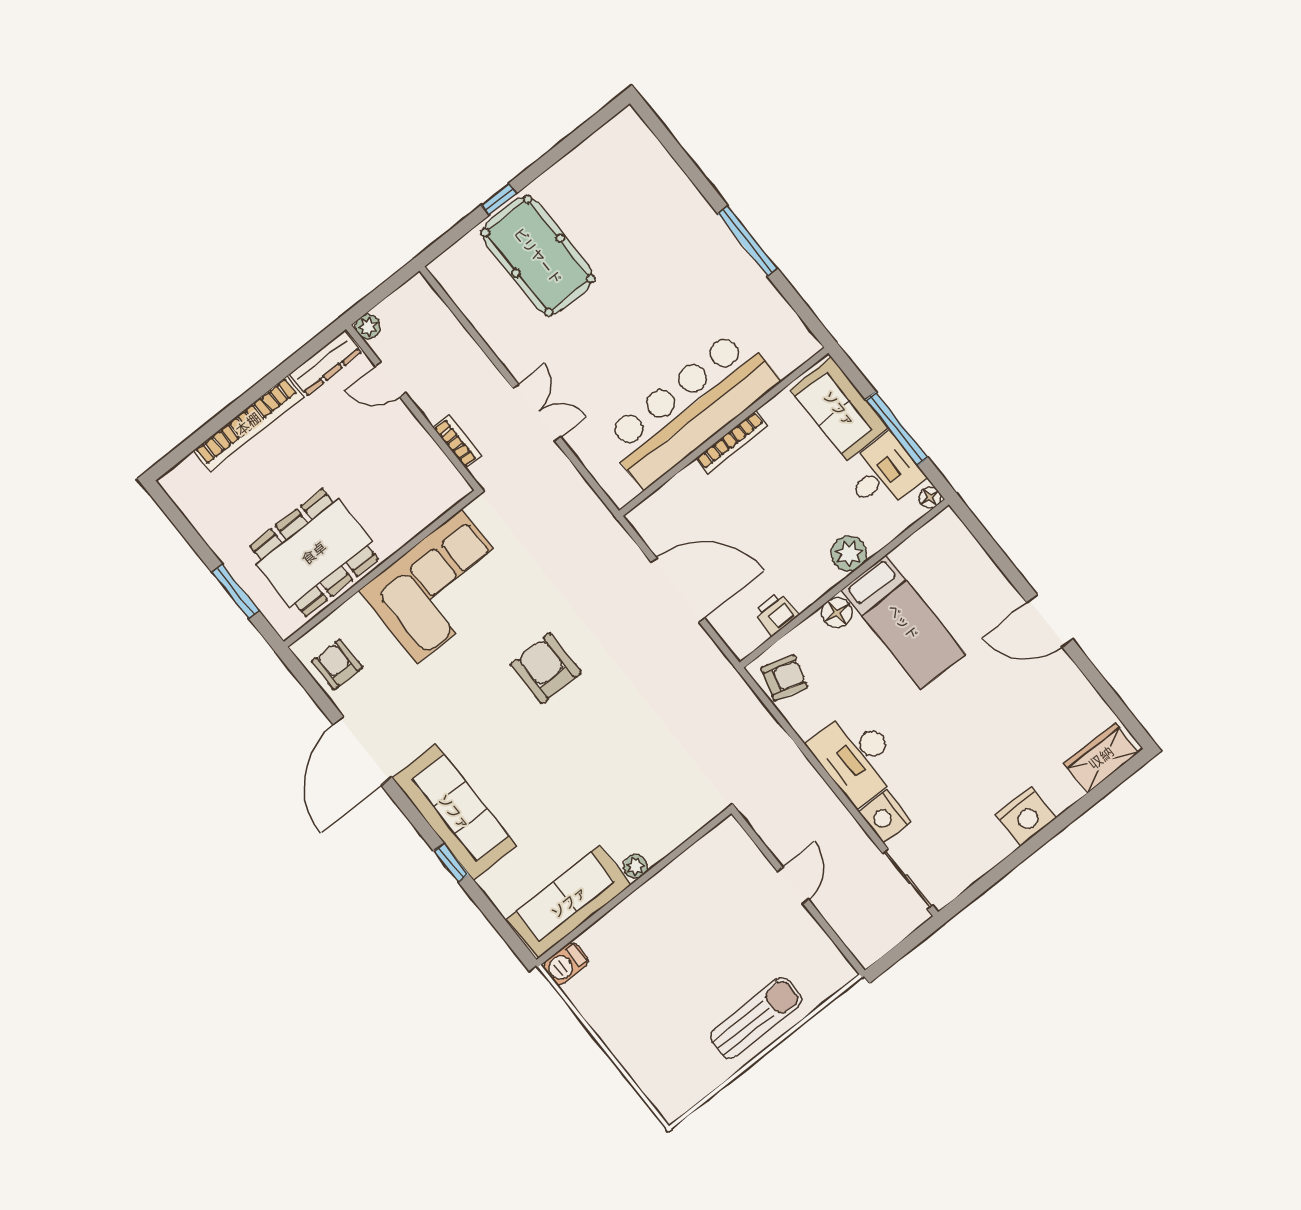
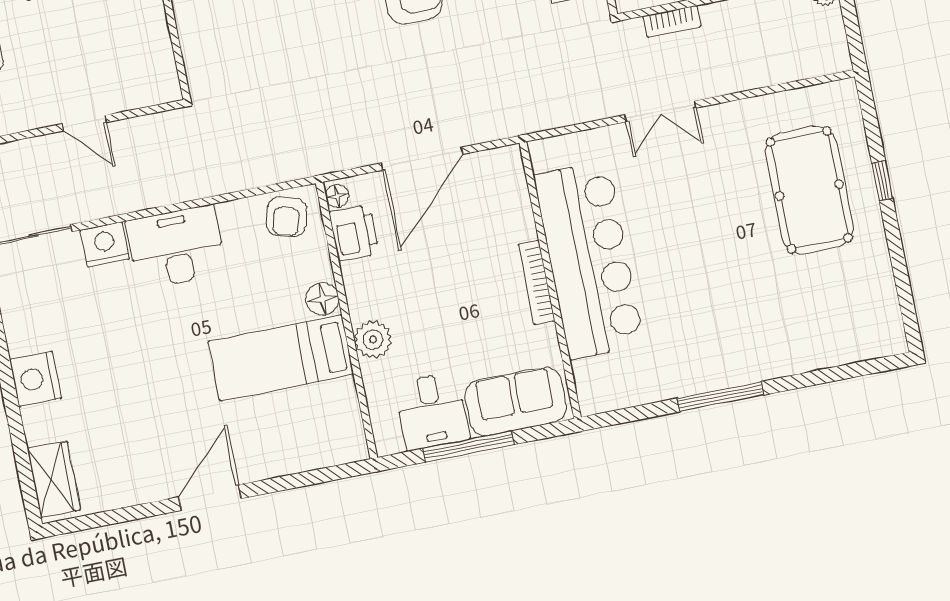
pool table: (538, 256) -> (809, 190), turned 90
floor lamp: (930, 498) -> (337, 196), moved
printer: (776, 614) -> (354, 233), width x1.36, depth x1.24

